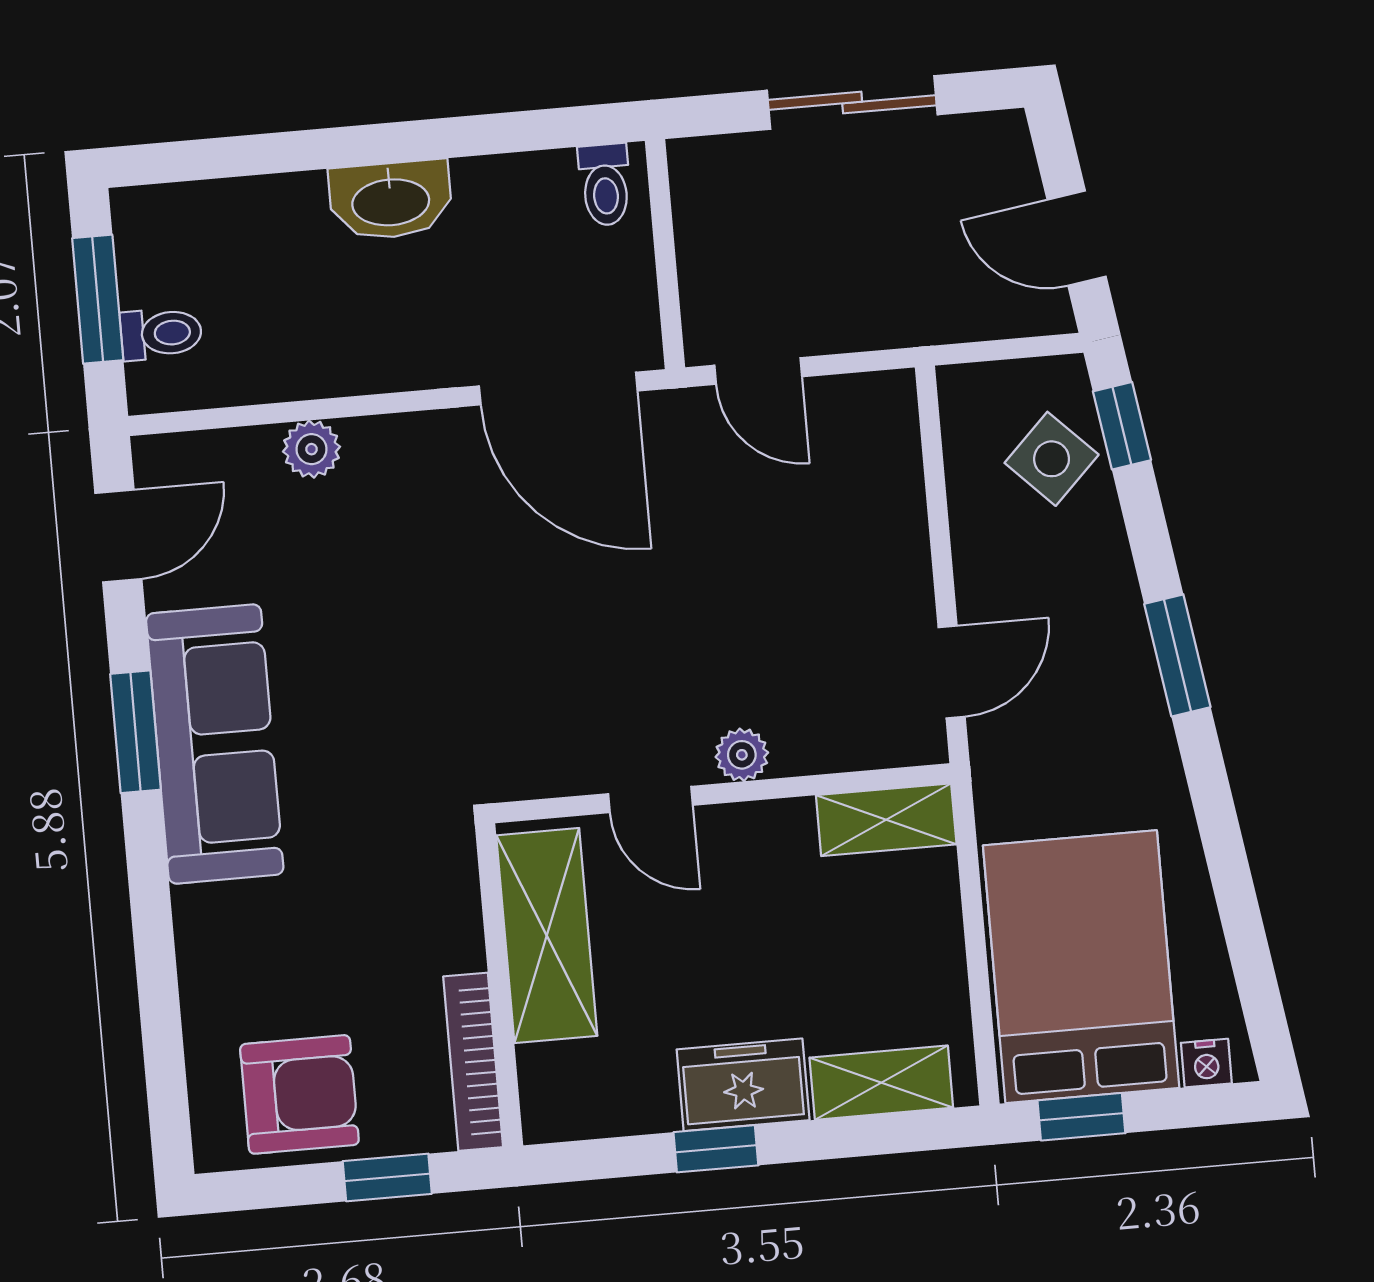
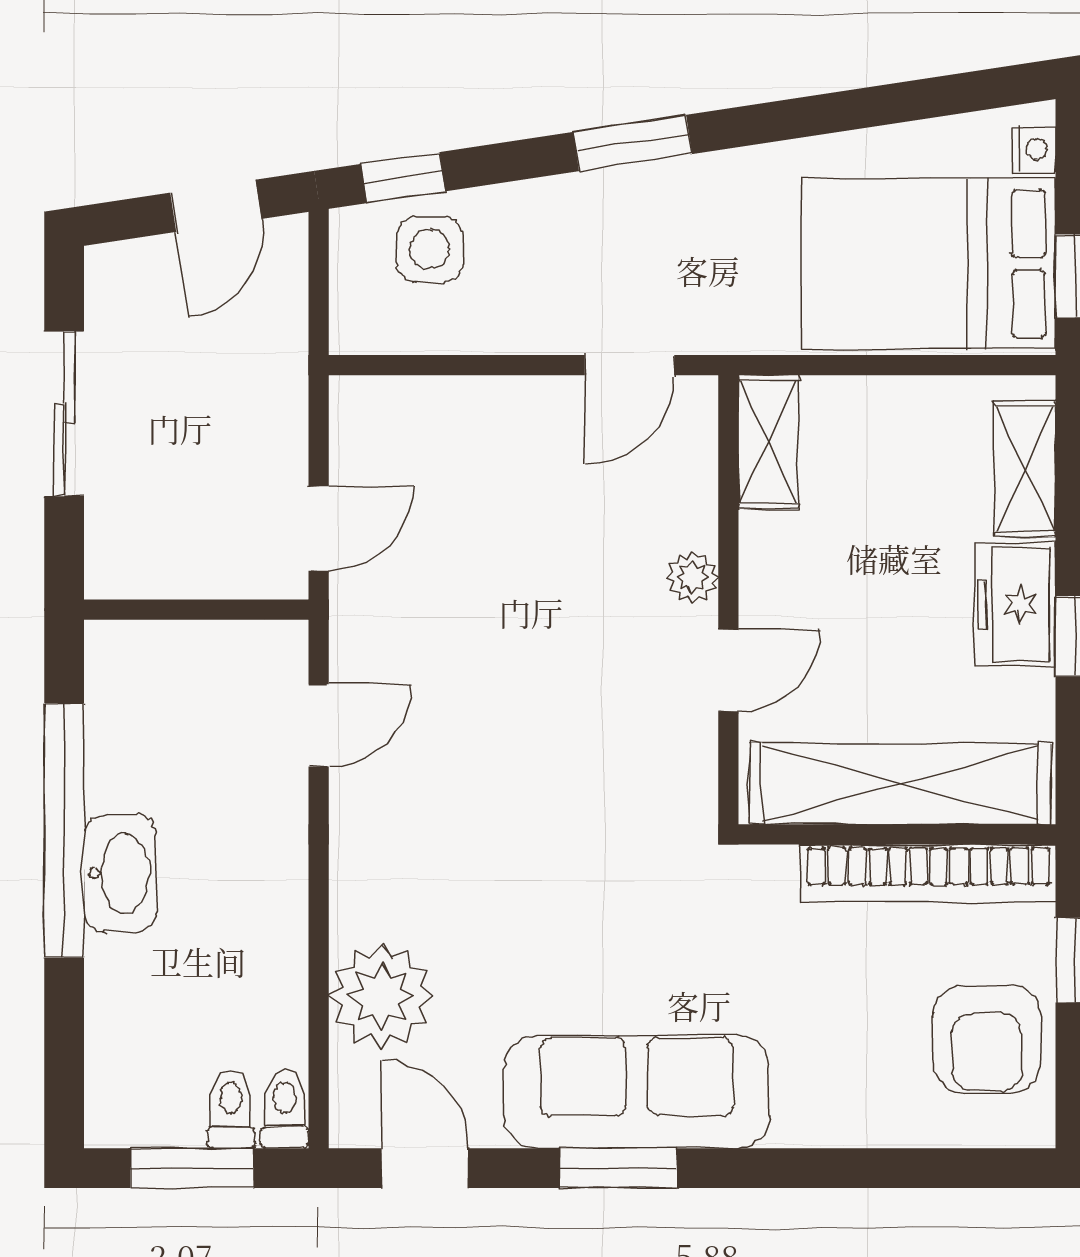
window: (429, 140) -> (64, 830), added
toilet: (605, 185) -> (285, 1109), moved, turned -90
door: (558, 388) -> (319, 725), width x0.53
plant: (312, 449) -> (382, 997), width x1.88, depth x1.88
side table: (1052, 459) -> (430, 249), turned 45
door: (952, 672) -> (629, 365), swing flipped
shelving: (547, 936) -> (900, 783), width x1.47
bookcase: (473, 1062) -> (928, 873), width x1.48, depth x1.31
armchair: (299, 1094) -> (987, 1039), turned 180

